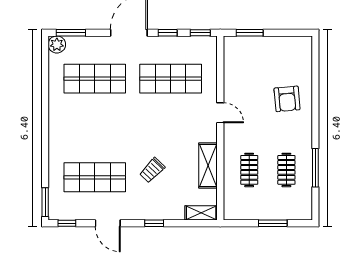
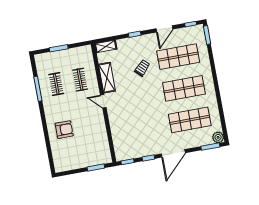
shop shelf: (171, 79) -> (184, 88), moved
armchair: (287, 99) -> (64, 130), turned 95
door: (220, 113) -> (103, 101), moved
door: (108, 223) -> (164, 29), swing flipped

